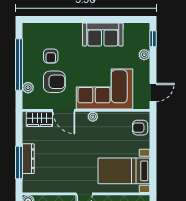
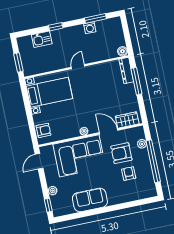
dresser: (28, 159) -> (126, 71), moved

